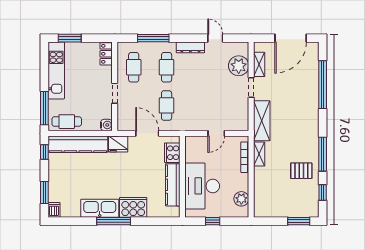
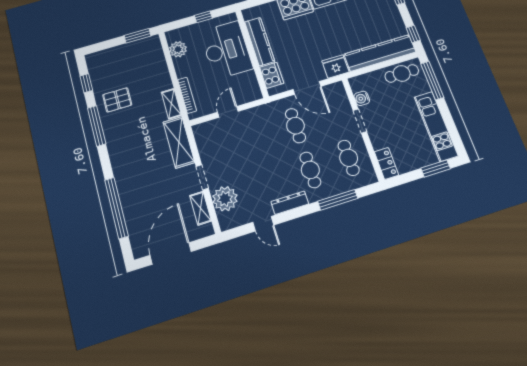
water cooler: (106, 125) -> (362, 98), moved
window: (299, 221) -> (138, 36), moved

